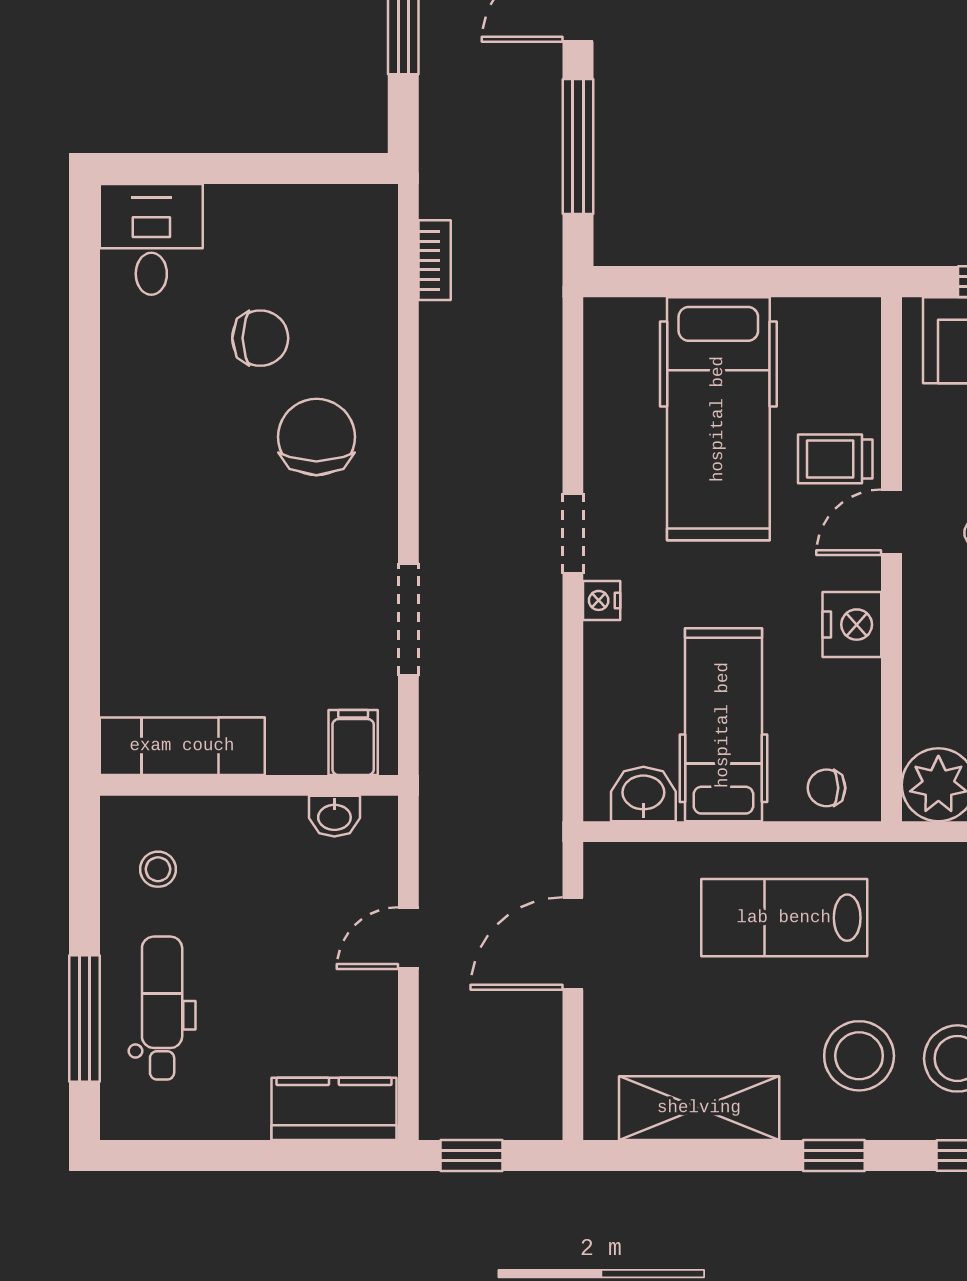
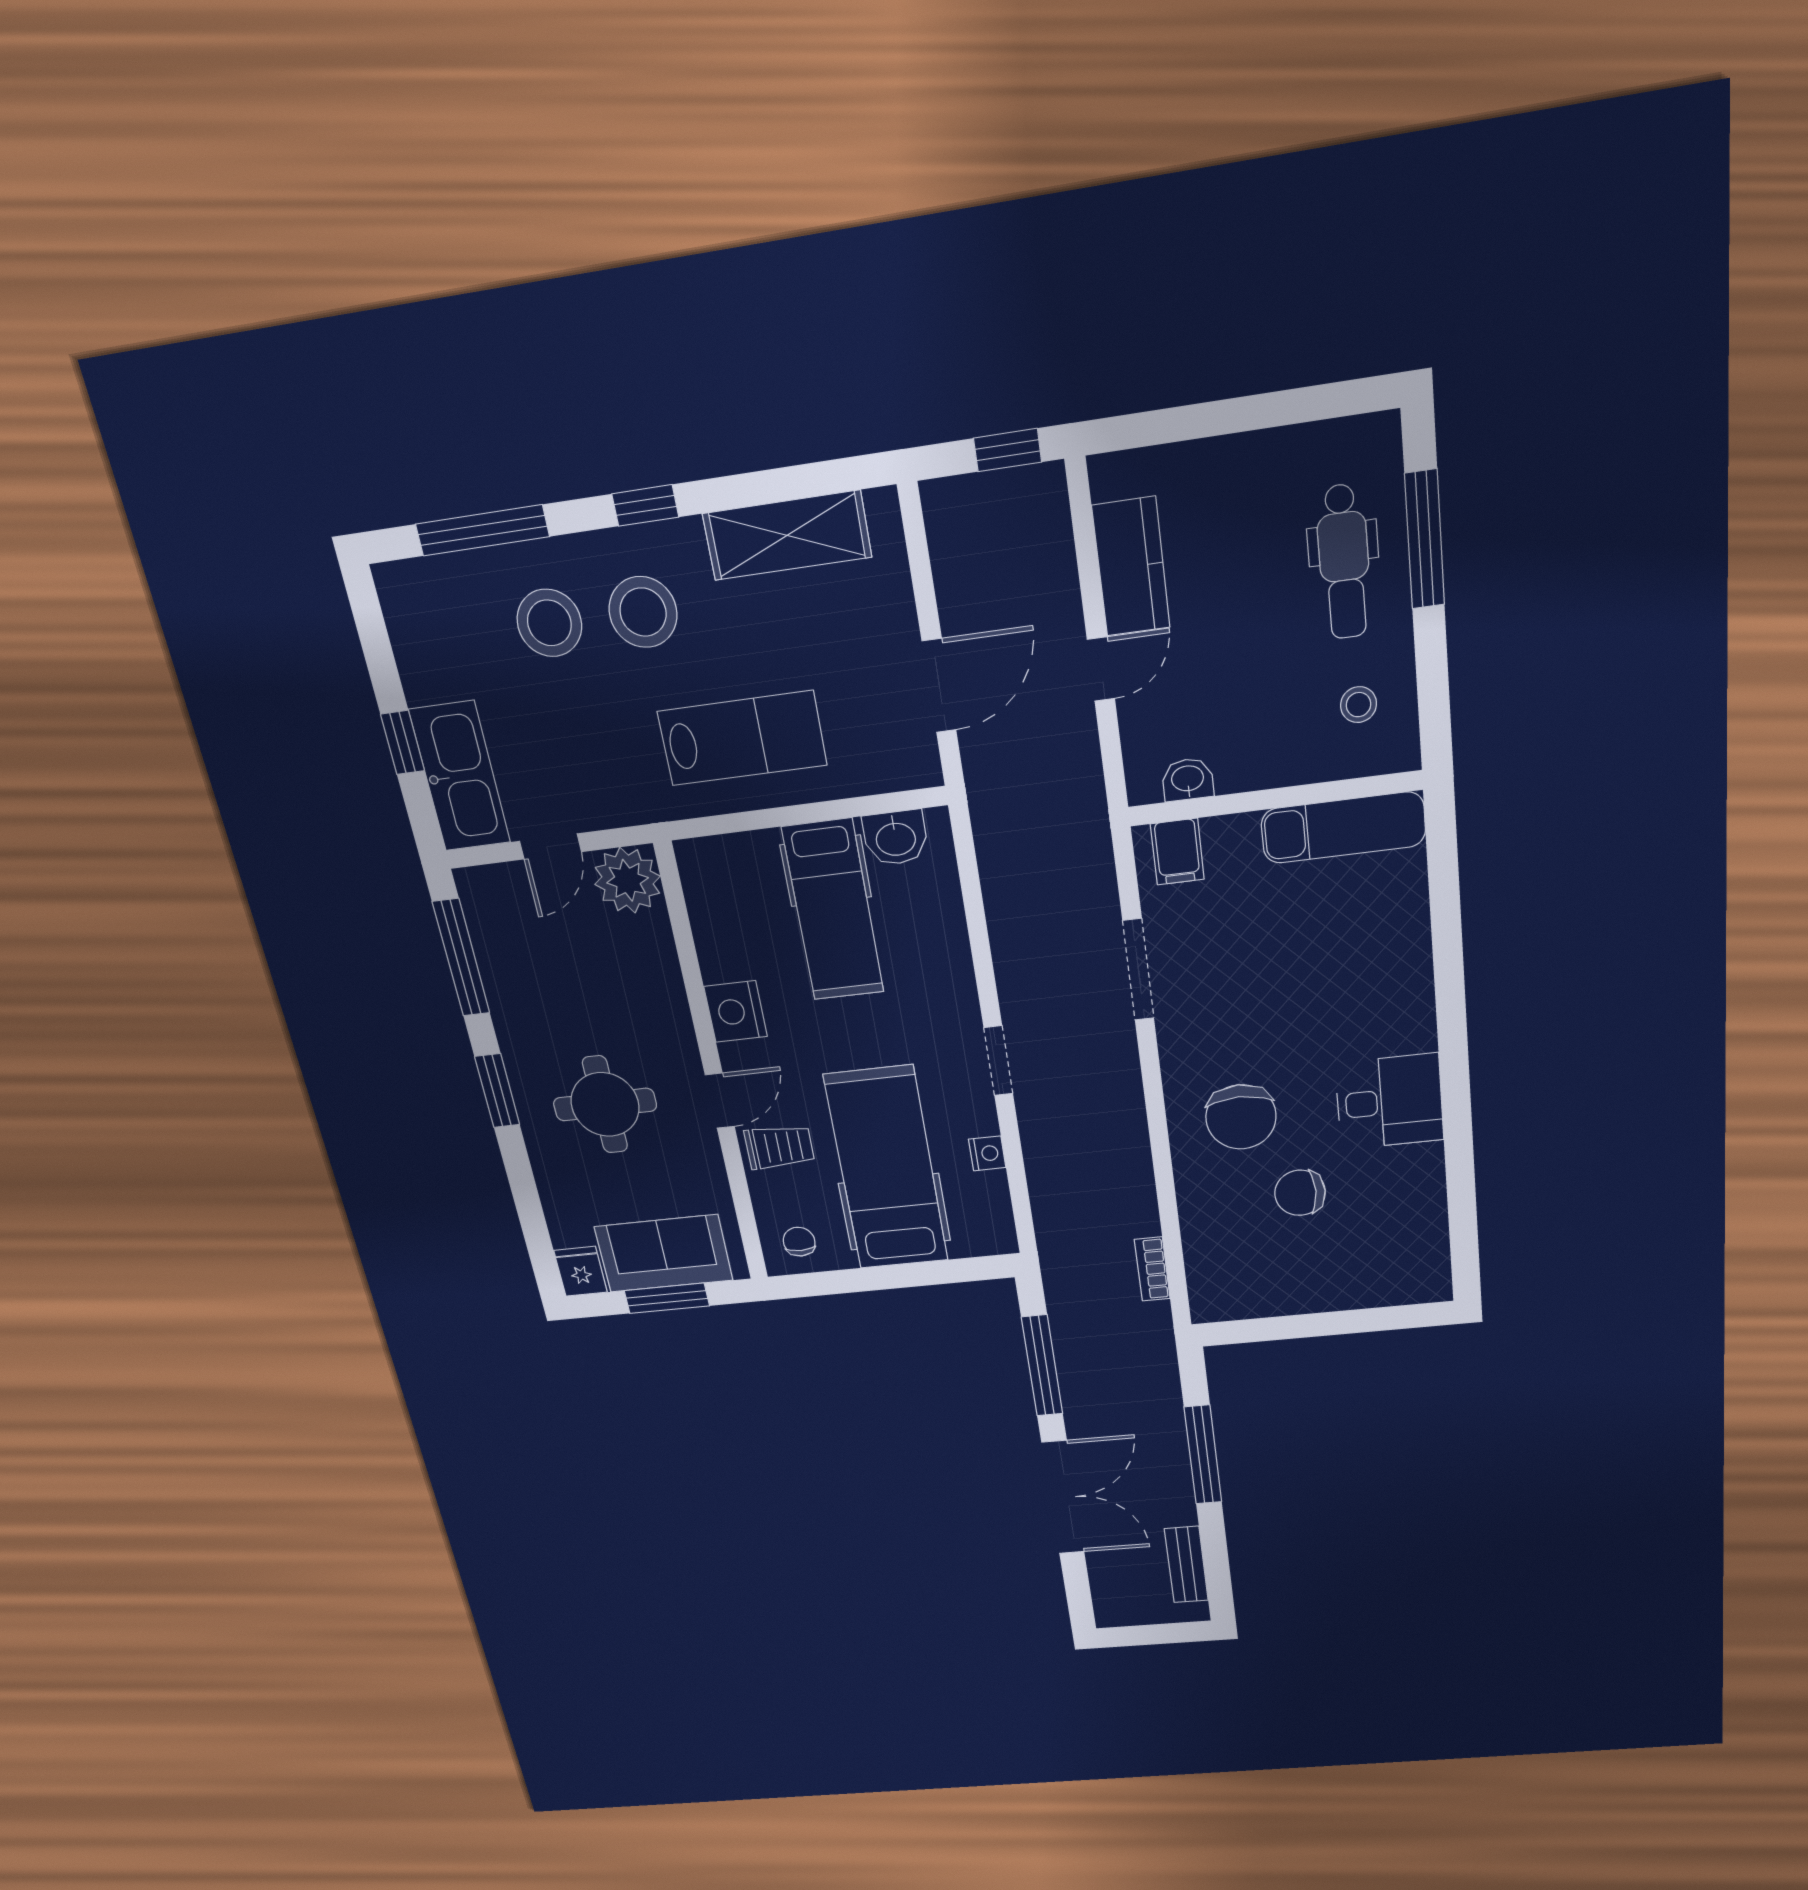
desk: (151, 239) -> (1389, 1102), moved, turned -90
nightstand: (602, 600) -> (987, 1153), moved
chair: (826, 788) -> (799, 1242), moved, turned -90
kitchen counter: (334, 1109) -> (1131, 567), moved, turned -90

